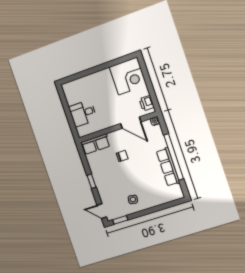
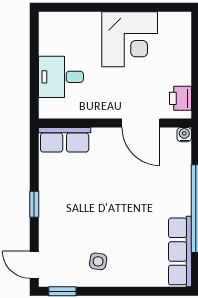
corner desk: (128, 76) -> (130, 39), moved
chair: (122, 156) -> (105, 177), removed
row of seats: (168, 167) -> (180, 251), moved

